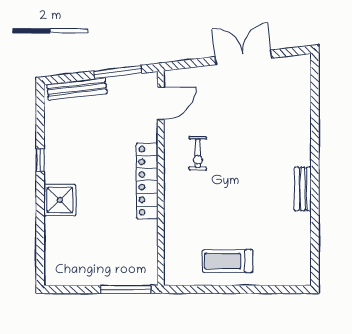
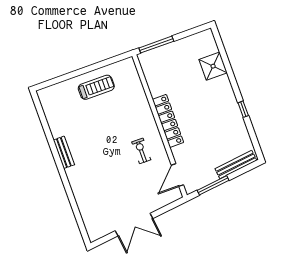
shower: (60, 200) -> (213, 66), moved

